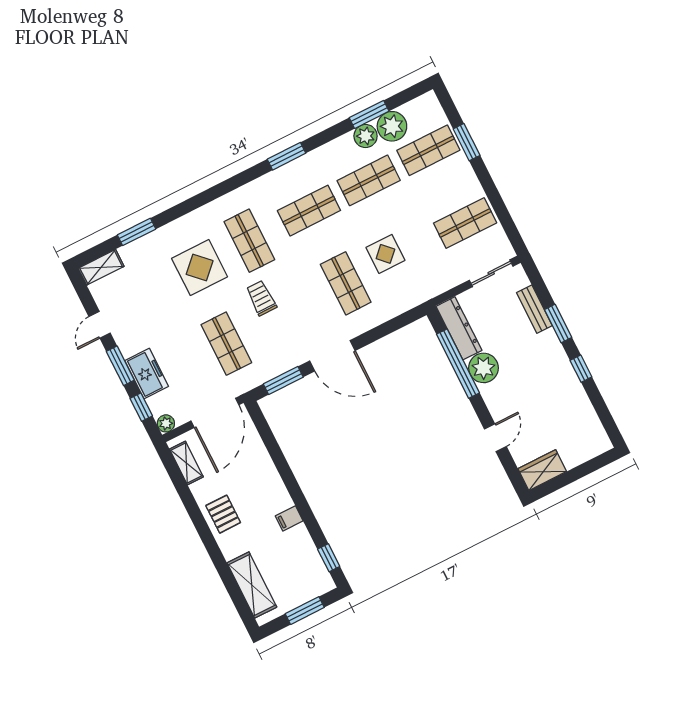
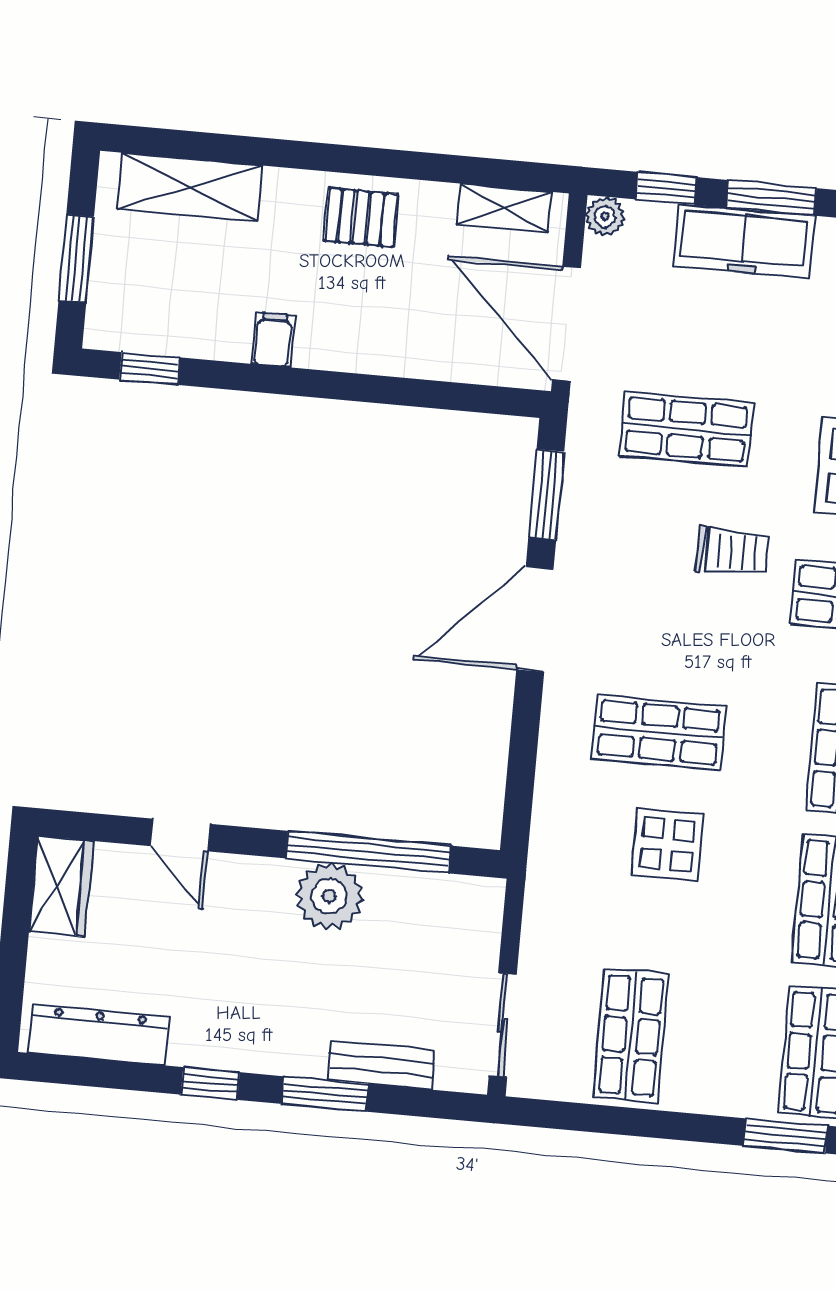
dresser: (459, 328) -> (99, 1035), moved, turned 180
freezer: (147, 374) -> (744, 241), width x1.40

